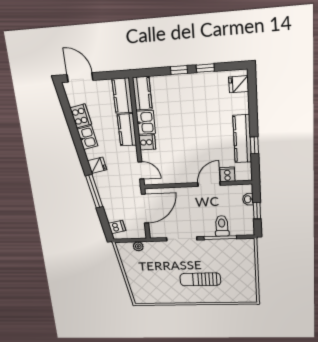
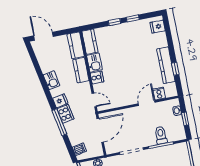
cooker: (81, 116) -> (65, 114), moved

